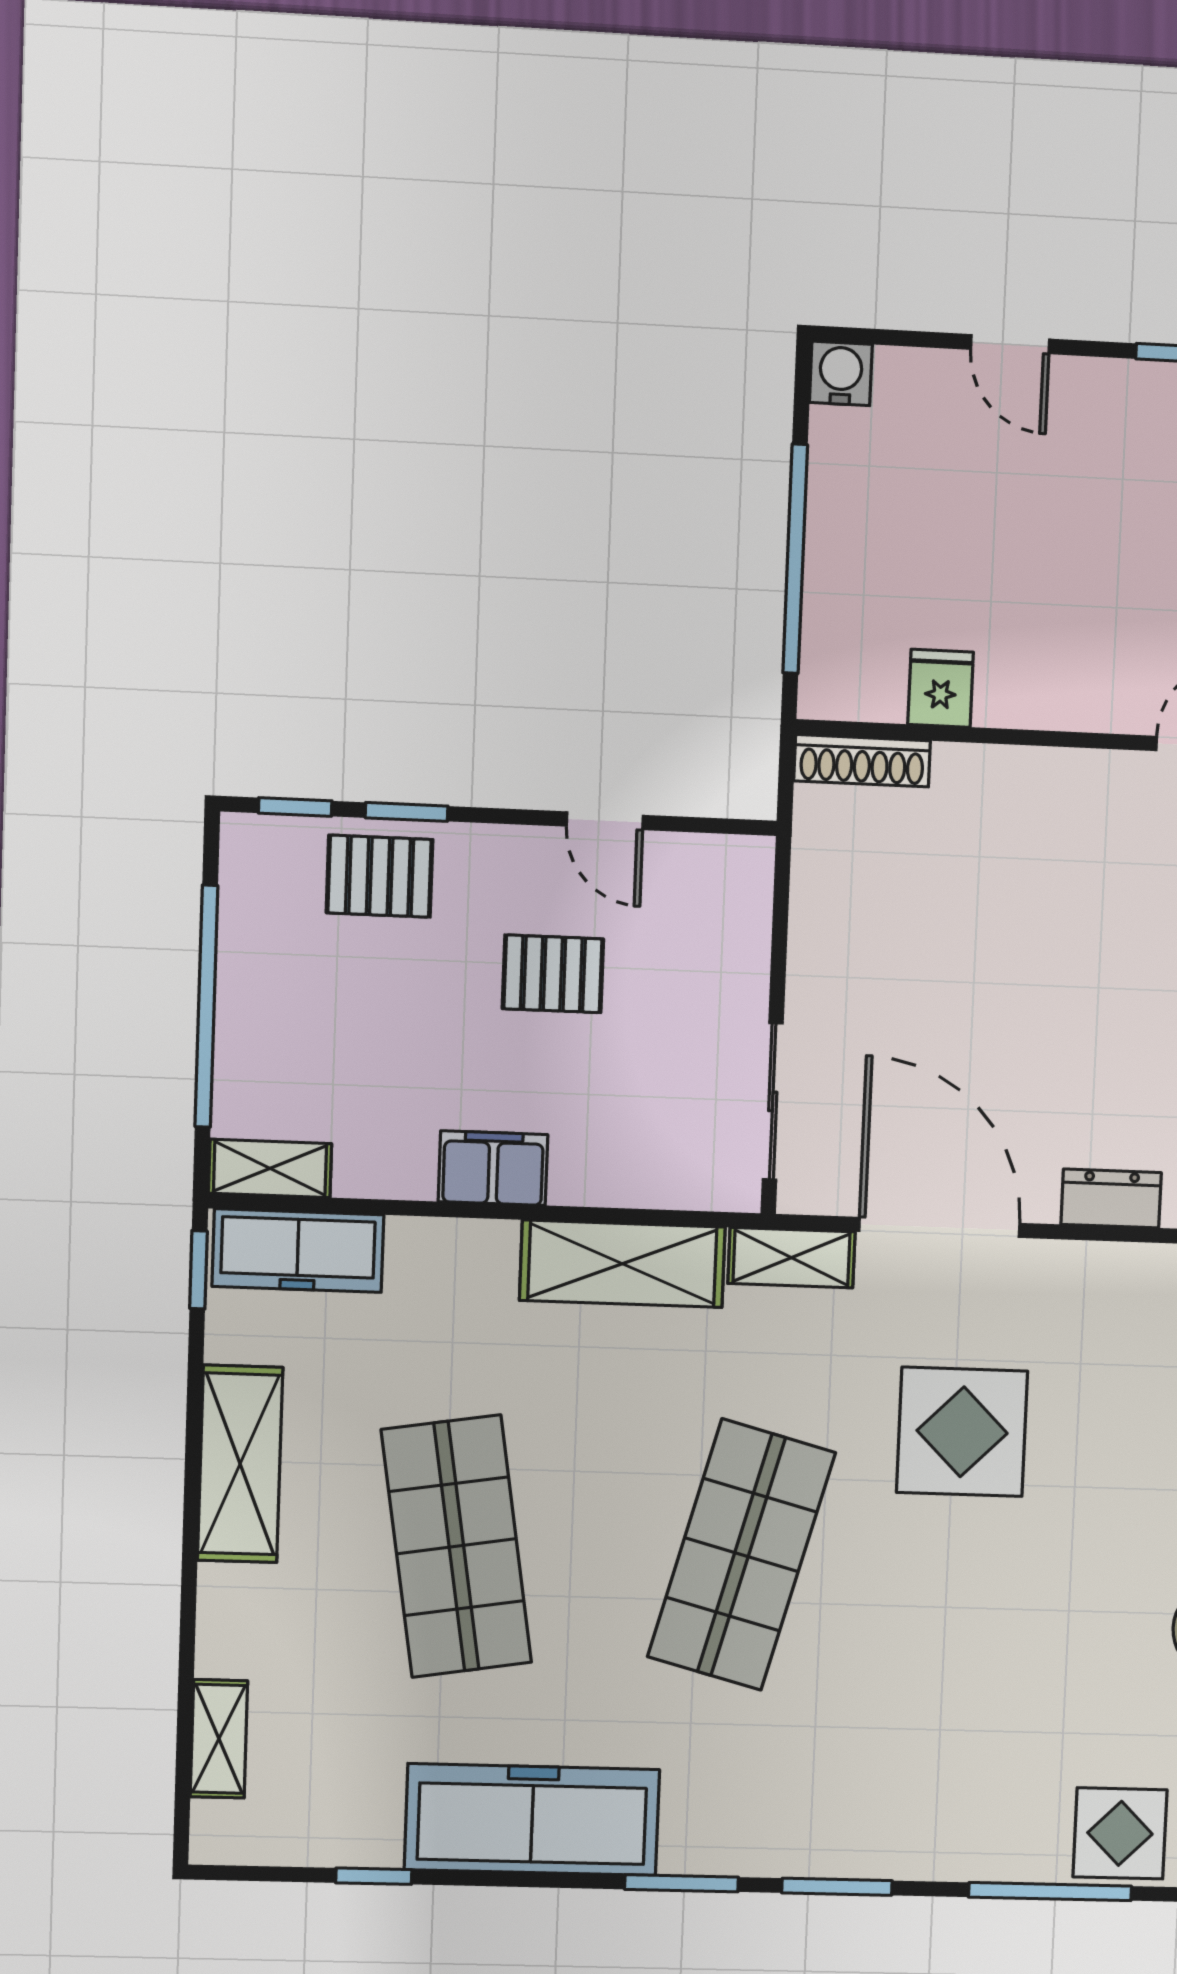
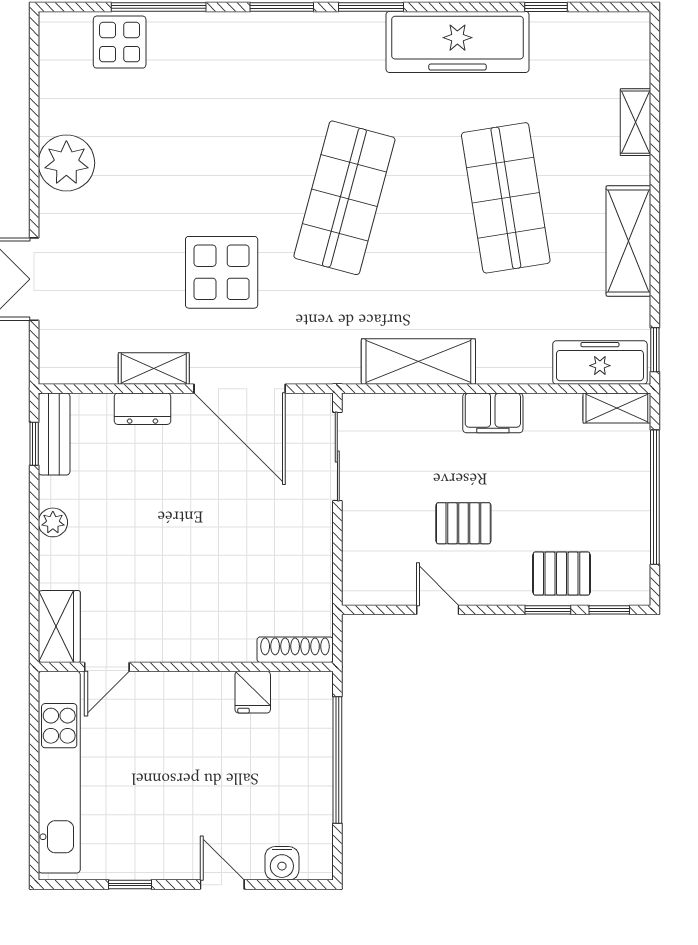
water cooler: (841, 373) -> (282, 863), moved
shelving: (791, 1258) -> (154, 368), moved
shelving: (219, 1739) -> (635, 122), moved

